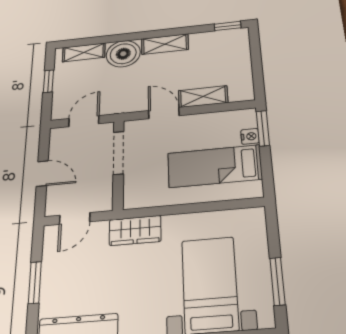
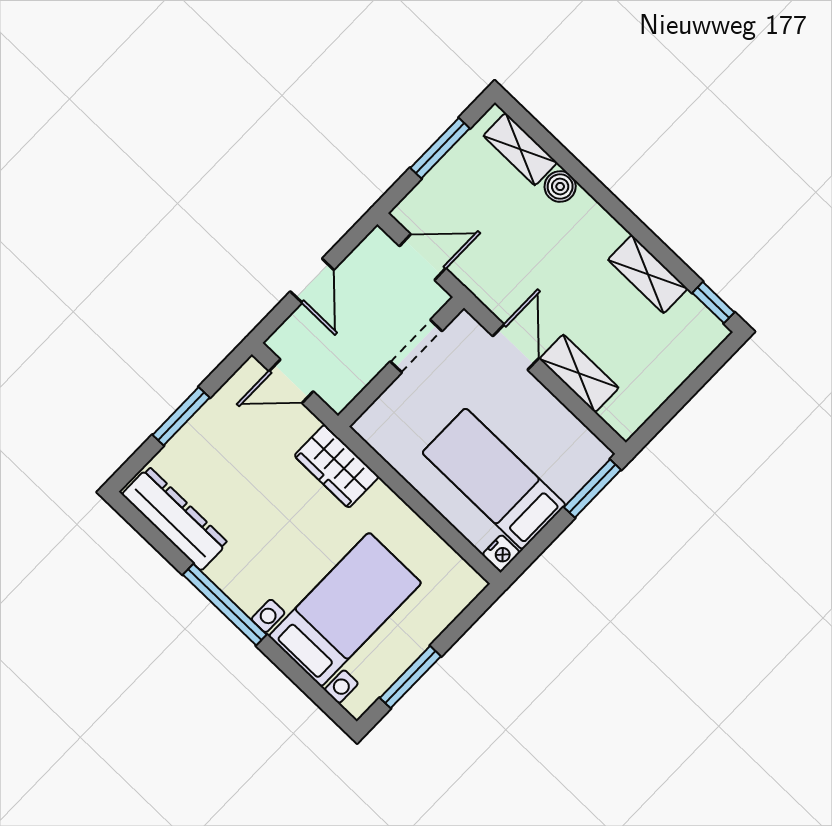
shelving: (165, 44) -> (648, 274), moved
boiler: (123, 54) -> (560, 187), width x0.54, depth x0.54
window: (48, 81) -> (440, 148), width x1.50
nightstand: (250, 136) -> (501, 553), moved
doorway: (119, 153) -> (416, 346), width x0.73

